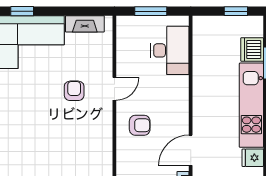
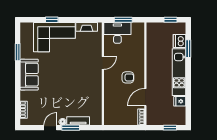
desk: (170, 50) -> (117, 33), moved, turned -90
armchair: (74, 91) -> (81, 64), removed
armchair: (140, 125) -> (128, 77), moved

